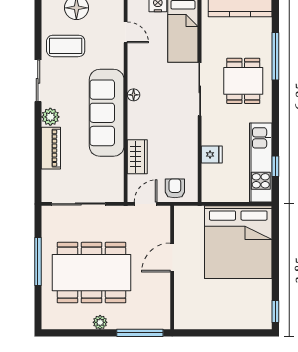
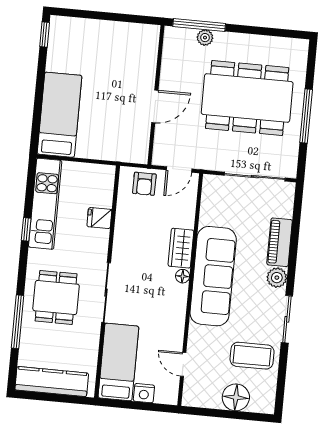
floor lamp: (134, 95) -> (183, 276), moved
wardrobe: (137, 157) -> (181, 248), moved
window: (275, 166) -> (26, 229), moved
bed: (238, 242) -> (60, 115), width x0.49
plant: (100, 322) -> (205, 38), moved

